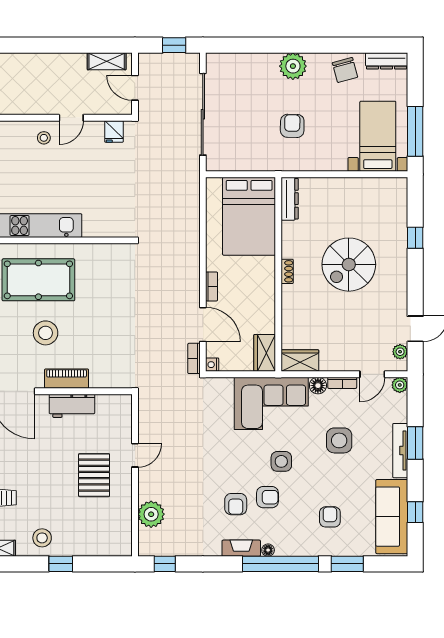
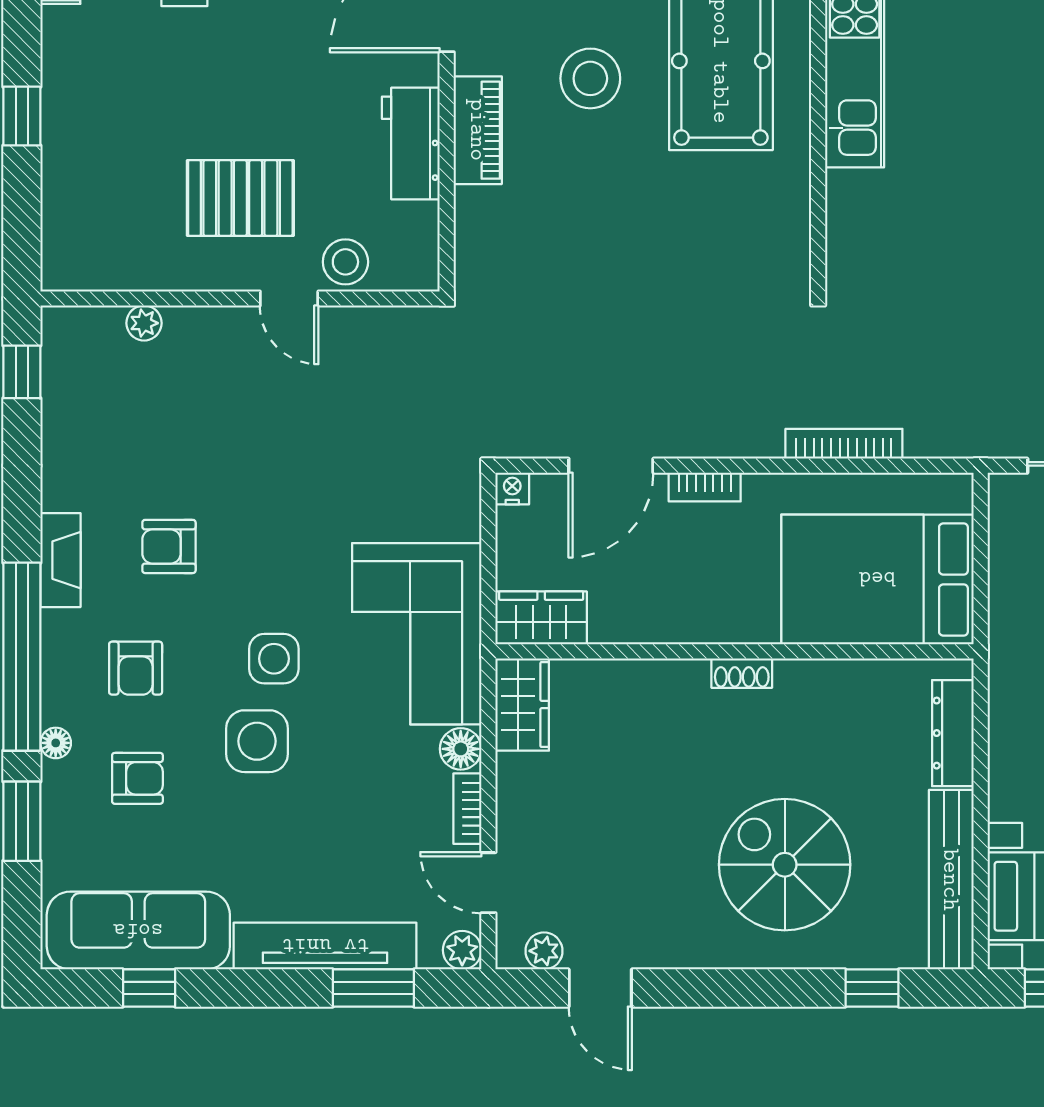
bench: (371, 186) -> (951, 880), added
dresser: (290, 199) -> (953, 733), moved, turned 90
window: (415, 238) -> (872, 988), moved
spiral stairs: (349, 265) -> (785, 865), moved
bookcase: (194, 358) -> (844, 444), moved, width x1.56
side table: (339, 440) -> (257, 741), moved
window: (415, 443) -> (373, 988), moved
tv unit: (400, 451) -> (325, 946), width x1.36, depth x1.29
armchair: (267, 497) -> (136, 668), moved
plant: (151, 514) -> (144, 323), width x0.53, depth x0.53
stool: (42, 538) -> (345, 262), moved
floor lamp: (268, 550) -> (56, 743), moved

